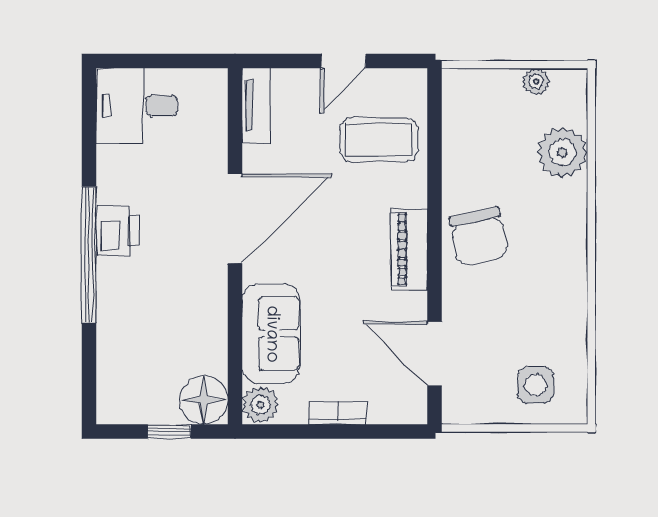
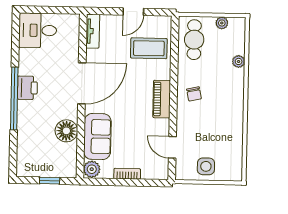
cafe table: (477, 119) -> (194, 40), added
plant: (562, 152) -> (239, 61), width x0.53, depth x0.53
chair: (479, 237) -> (194, 94), width x0.54, depth x0.54
door: (435, 354) -> (172, 147), width x0.73
side table: (535, 385) -> (206, 166), moved
floor lamp: (204, 400) -> (66, 131), moved

